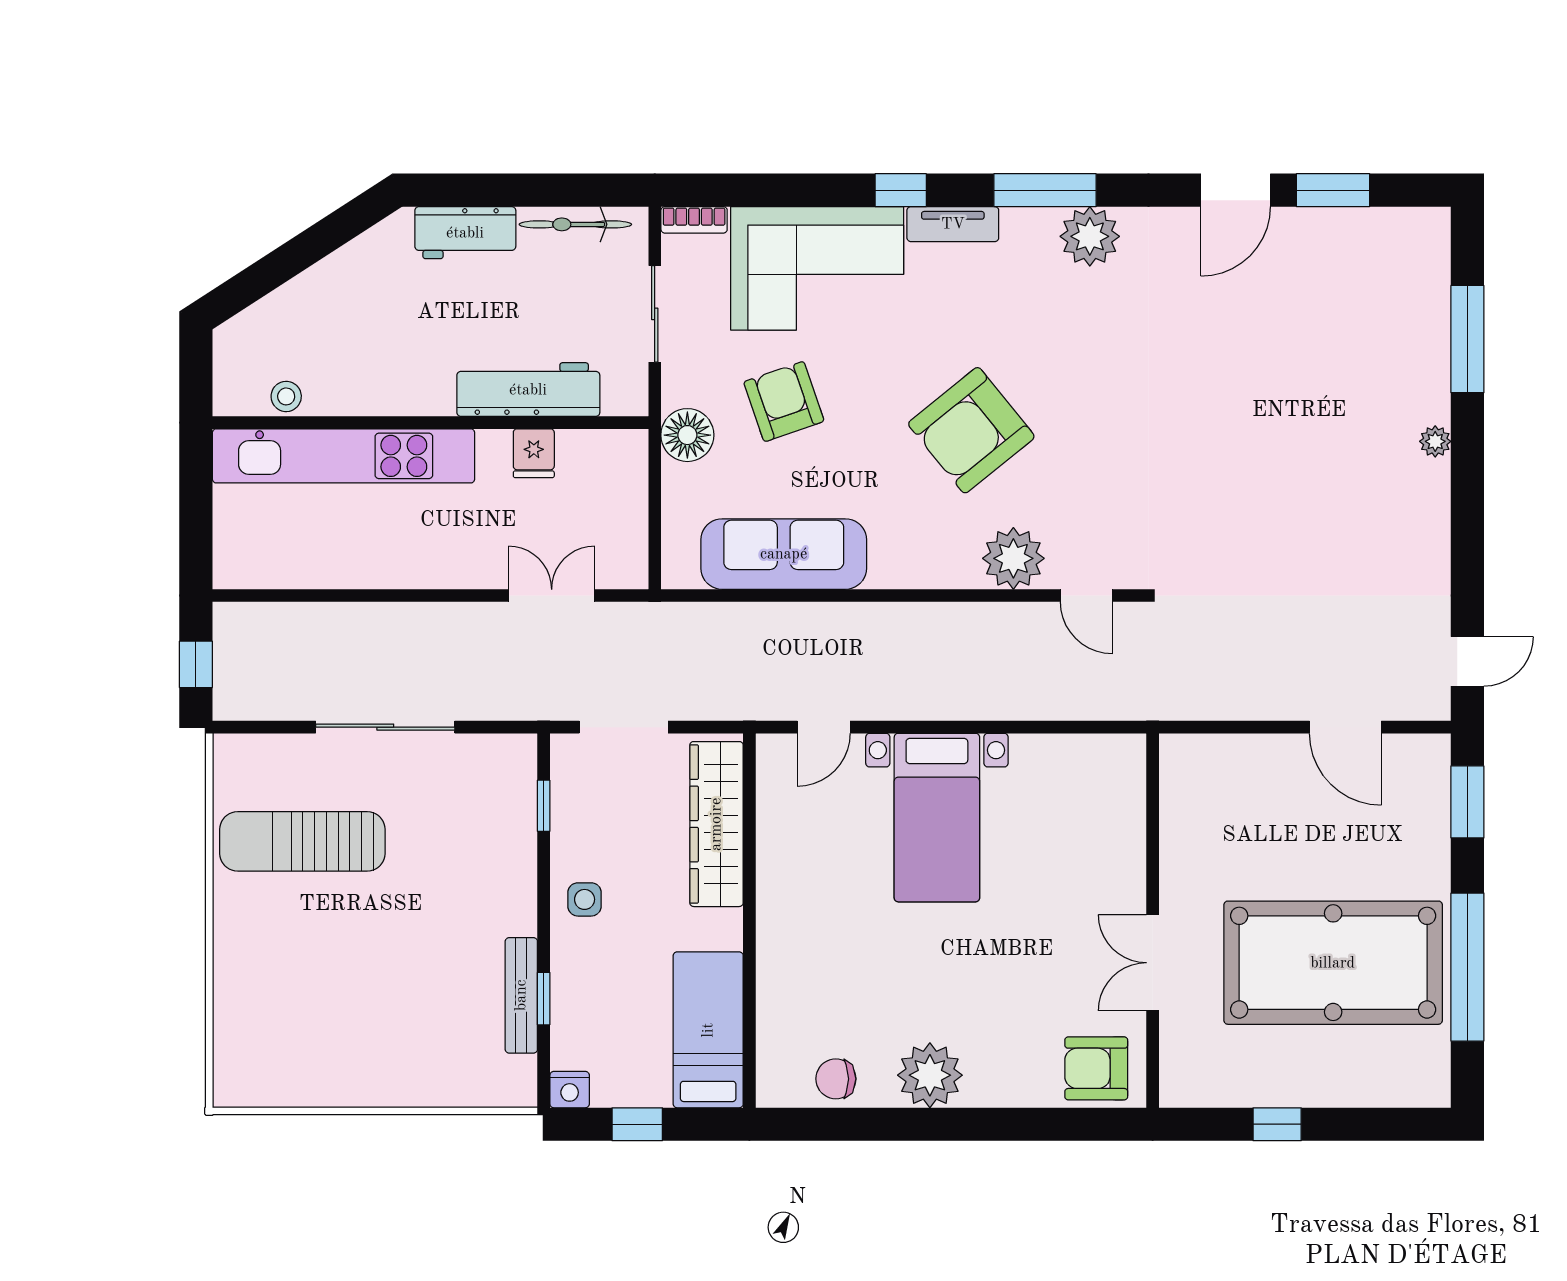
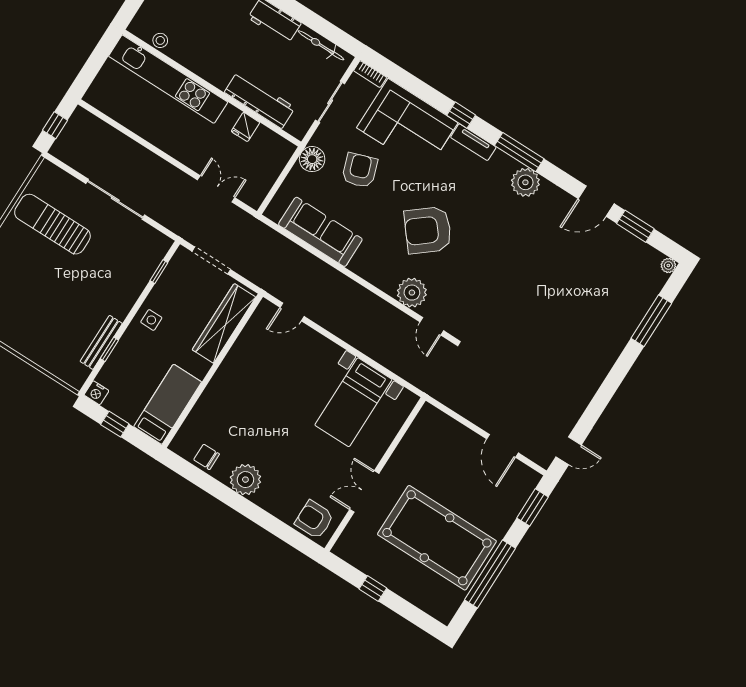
plant: (1435, 441) -> (668, 265), moved
bed with nightstands: (937, 818) -> (353, 402), moved

